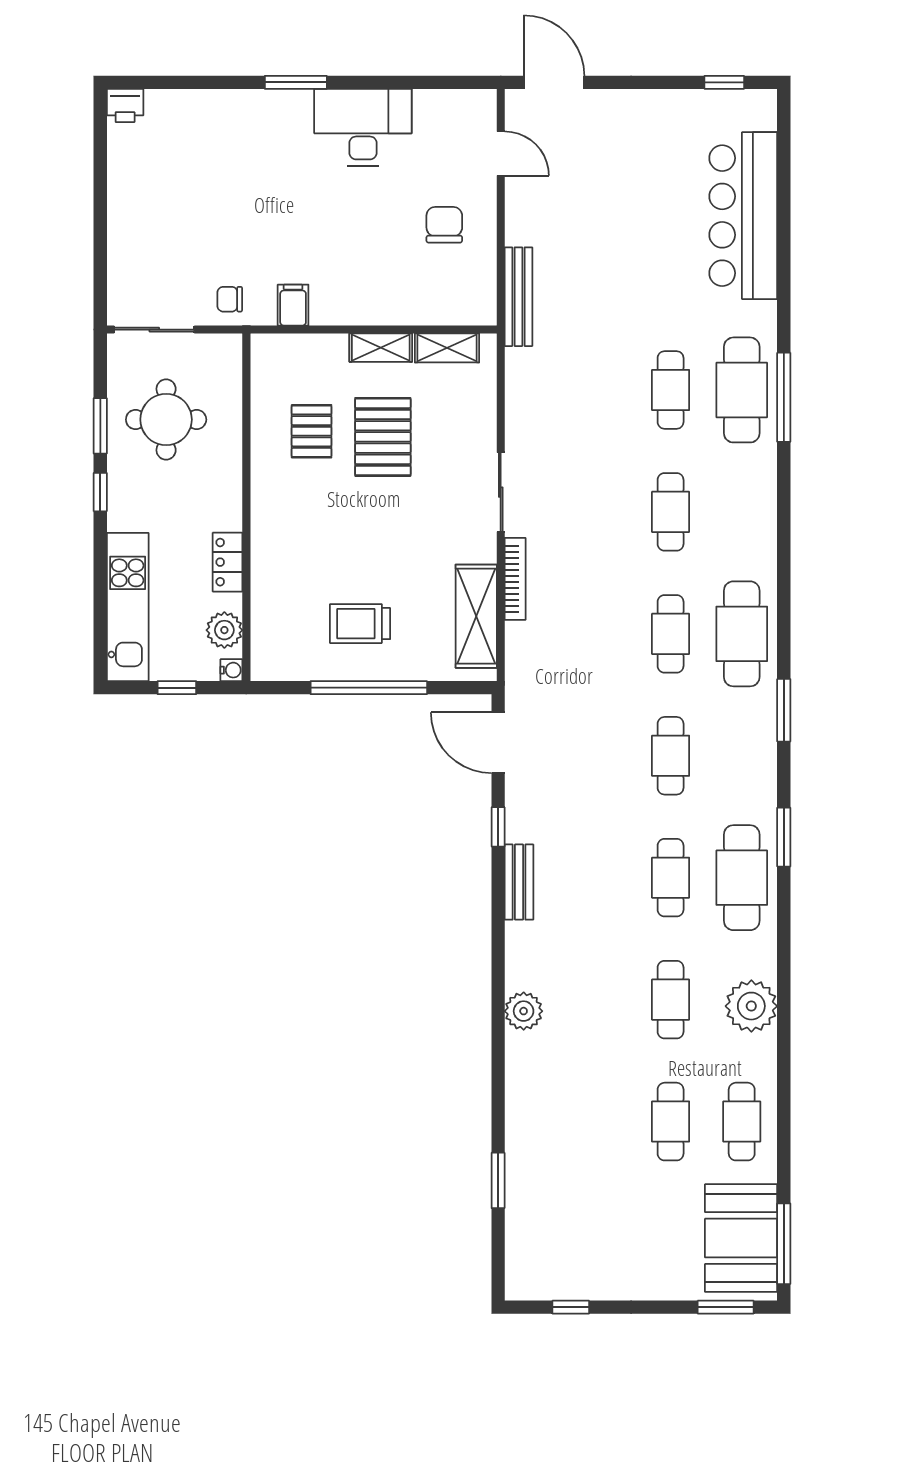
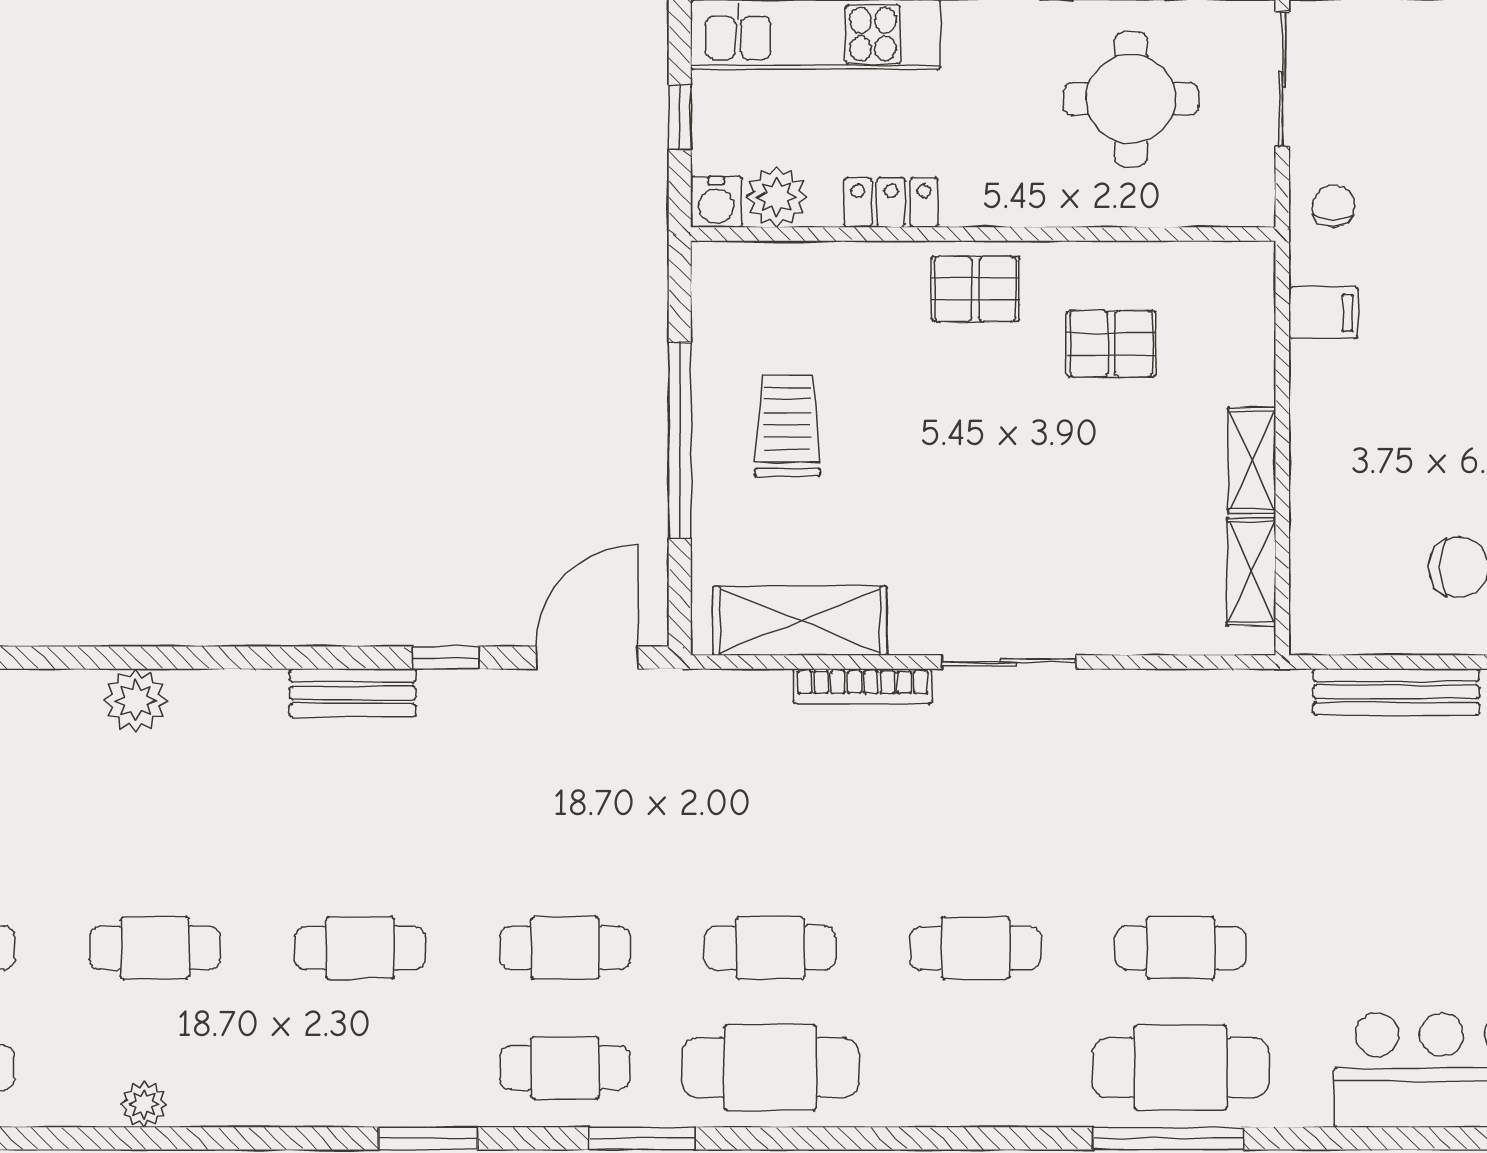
bench: (518, 297) -> (1396, 692), moved
pallet: (383, 437) -> (975, 289), moved, width x0.67, depth x0.71
water cooler: (231, 670) -> (716, 202), width x1.38, depth x1.38
cafe table: (742, 878) -> (565, 1068), moved, width x0.73, depth x0.74
plant: (751, 1006) -> (144, 1104), width x0.53, depth x0.53

